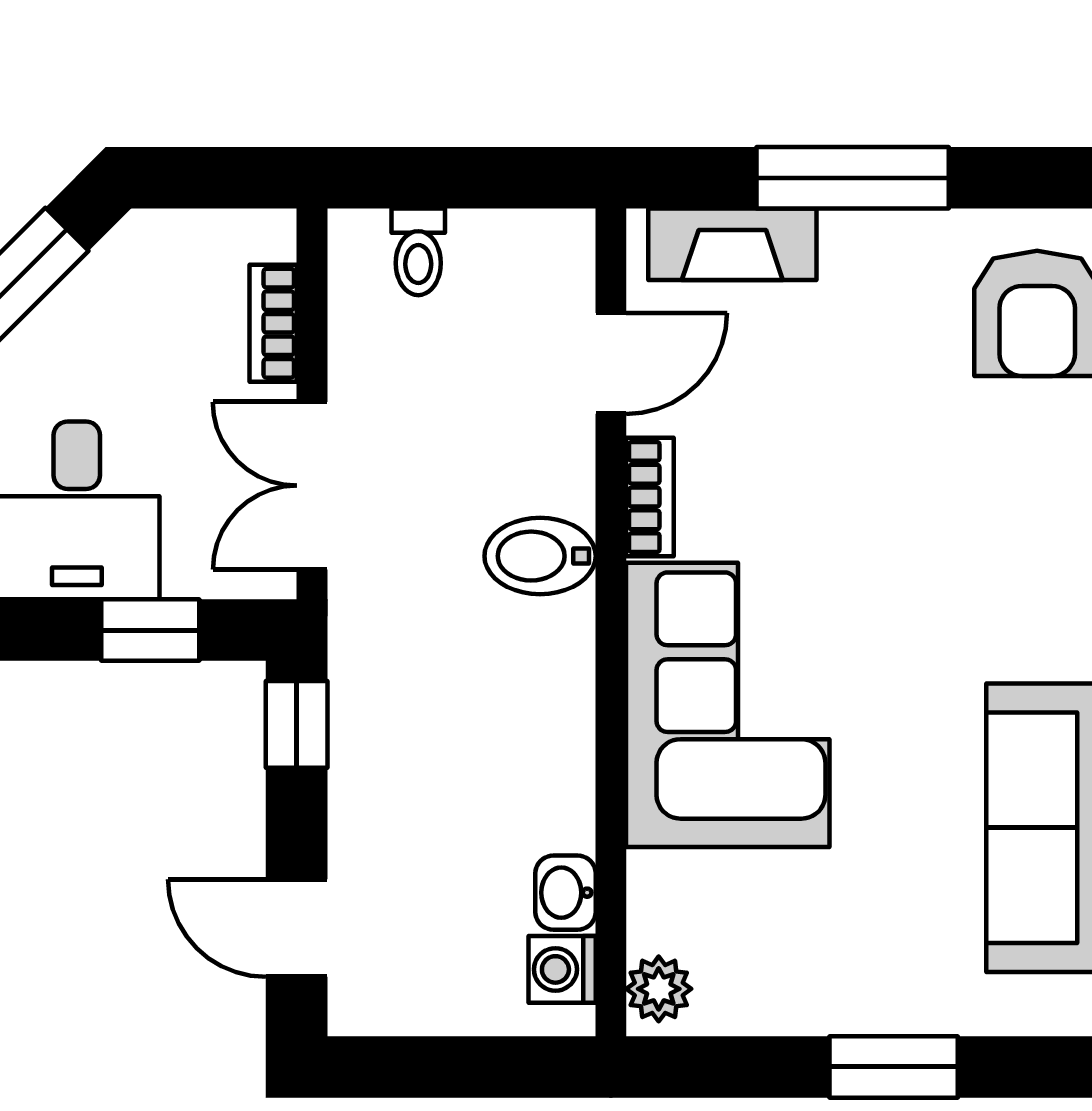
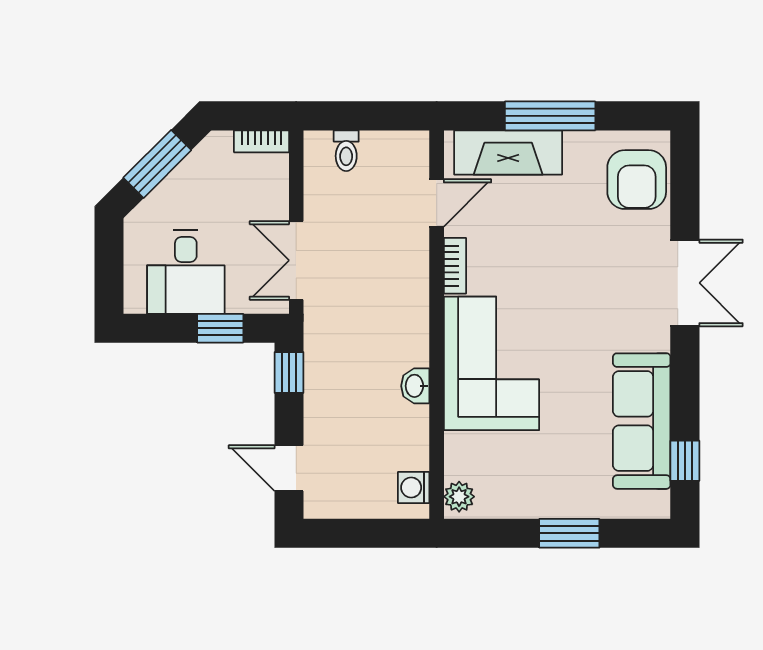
fireplace: (732, 244) -> (508, 152), width x1.37, depth x1.32
bookcase: (273, 323) -> (261, 141), moved, turned -90
bidet: (540, 556) -> (403, 293), removed
washbasin: (565, 893) -> (415, 386), moved

